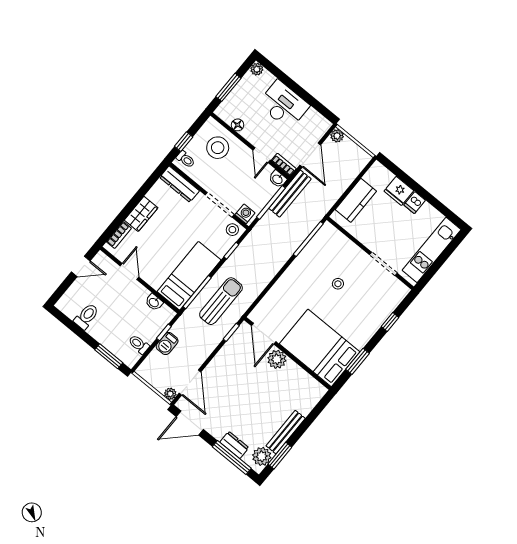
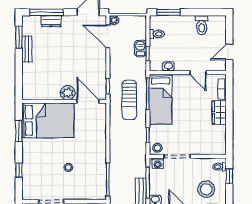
dresser: (179, 184) -> (211, 149), removed
bench: (286, 432) -> (27, 49), width x0.73
plant: (262, 456) -> (29, 28), removed

